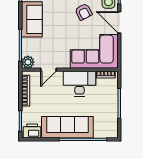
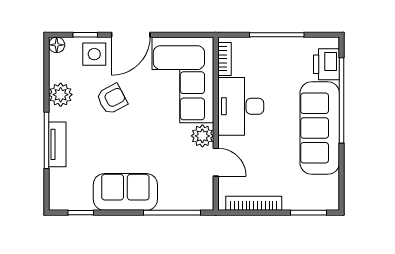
plant: (28, 62) -> (202, 136), moved
printer: (32, 131) -> (326, 64), moved

